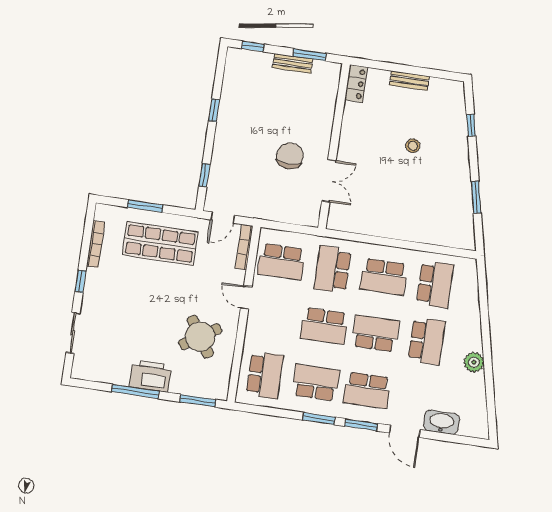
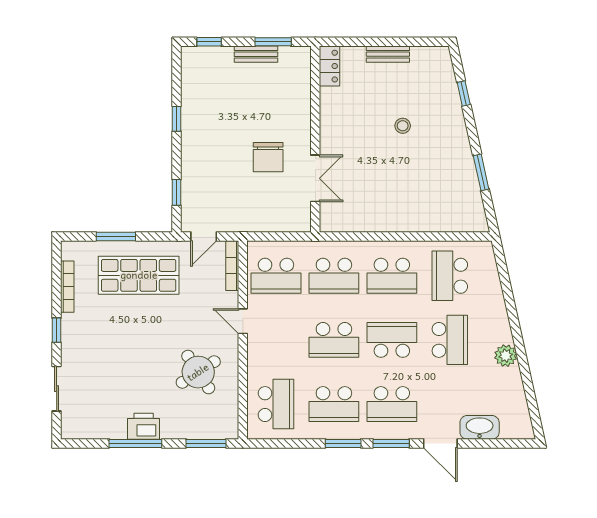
chair: (290, 156) -> (268, 157), turned 180
school desk: (333, 269) -> (334, 276), turned -90
school desk: (435, 284) -> (450, 276), turned 180
printer: (150, 376) -> (144, 426), width x0.73, depth x0.84
school desk: (316, 383) -> (334, 404), turned 180

